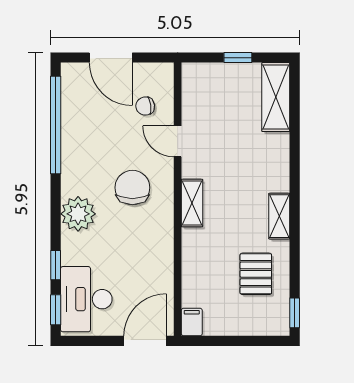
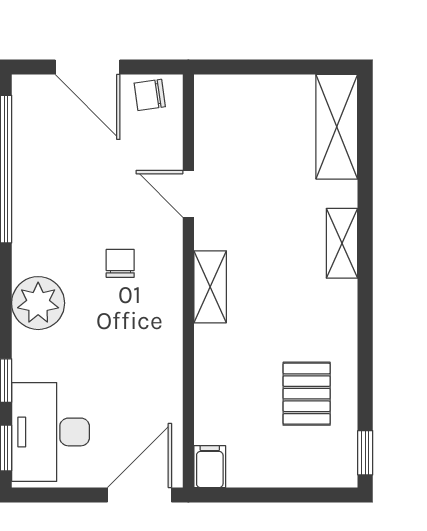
window: (238, 58) -> (280, 67), removed
chair: (145, 106) -> (150, 95), moved
chair: (132, 188) -> (120, 263), width x0.54, depth x0.54
shelving: (279, 216) -> (342, 243), moved

